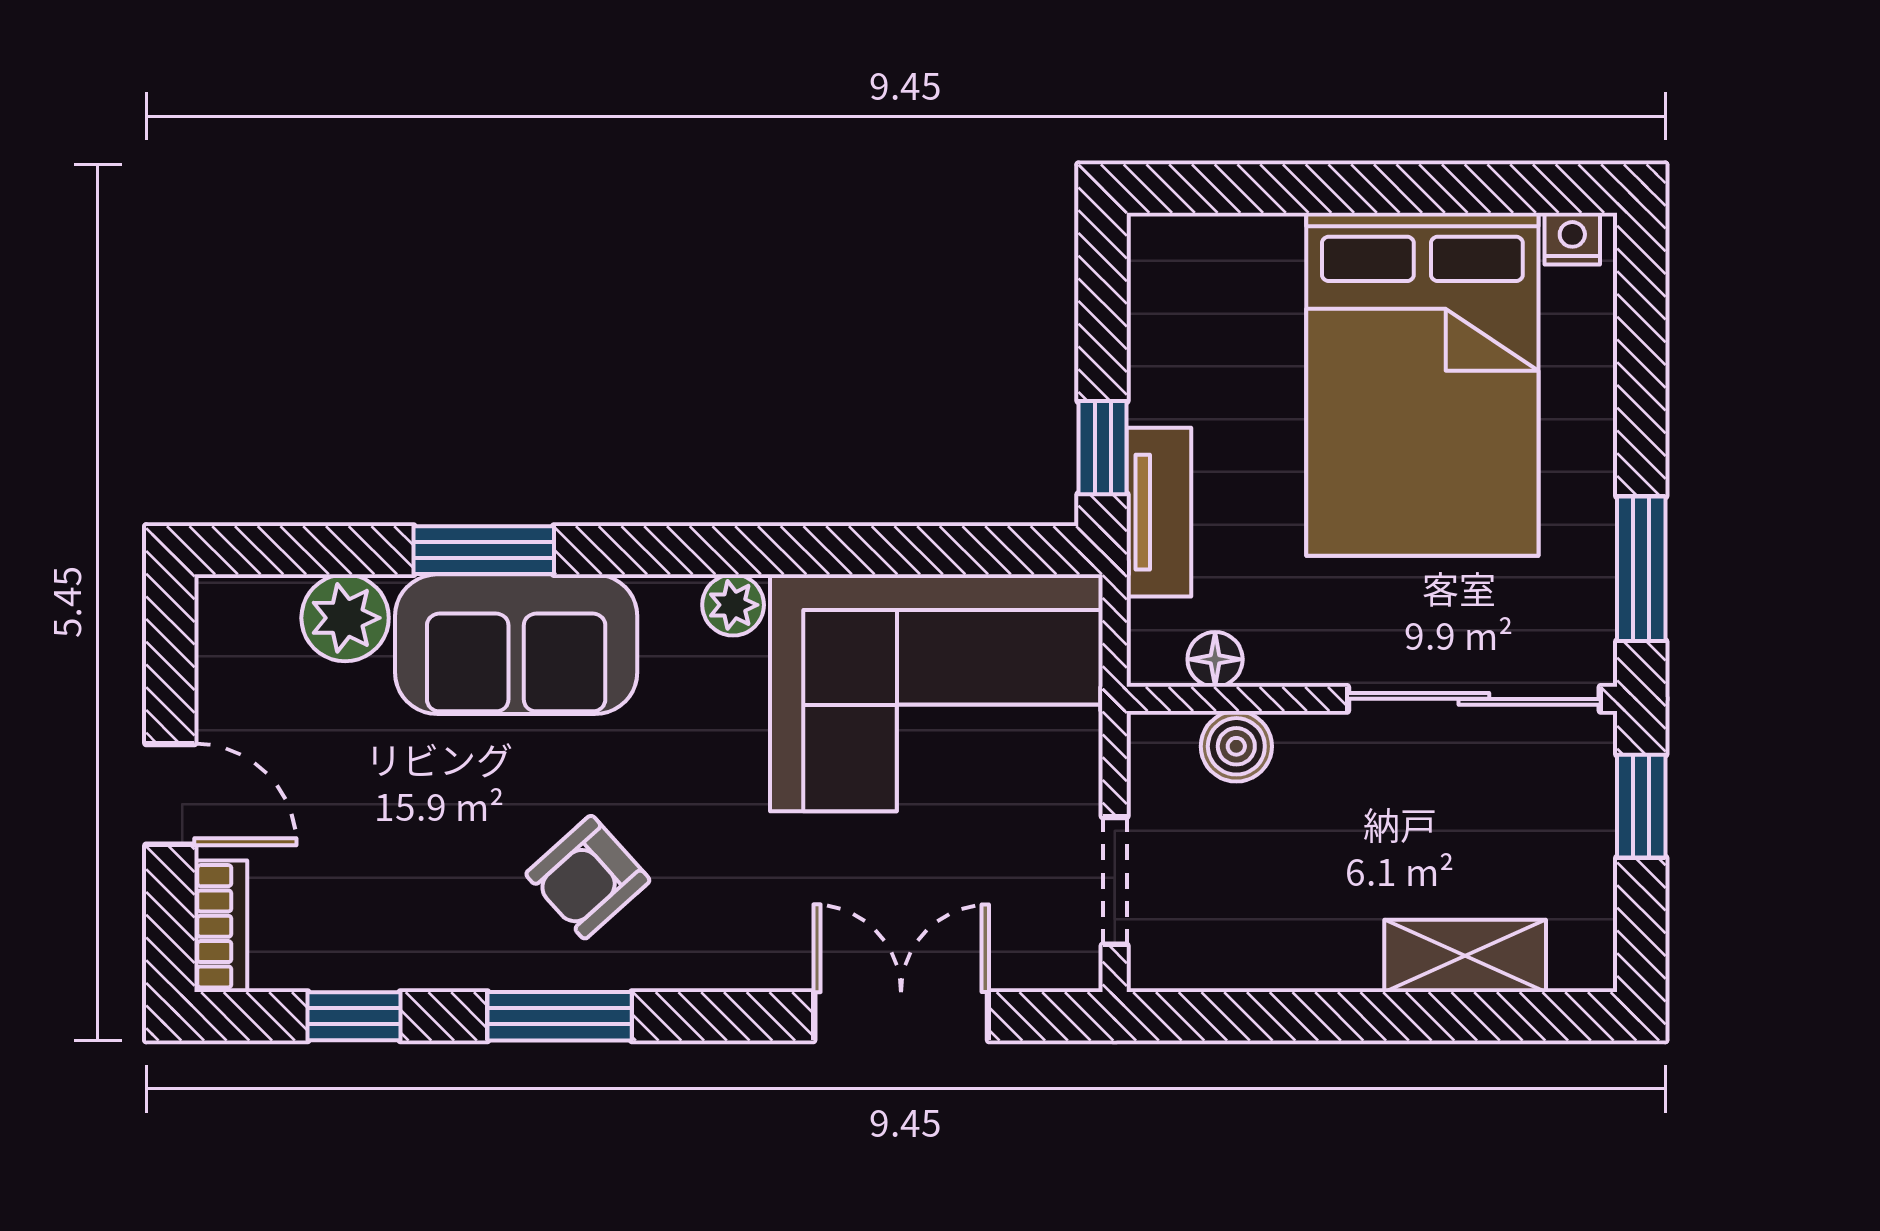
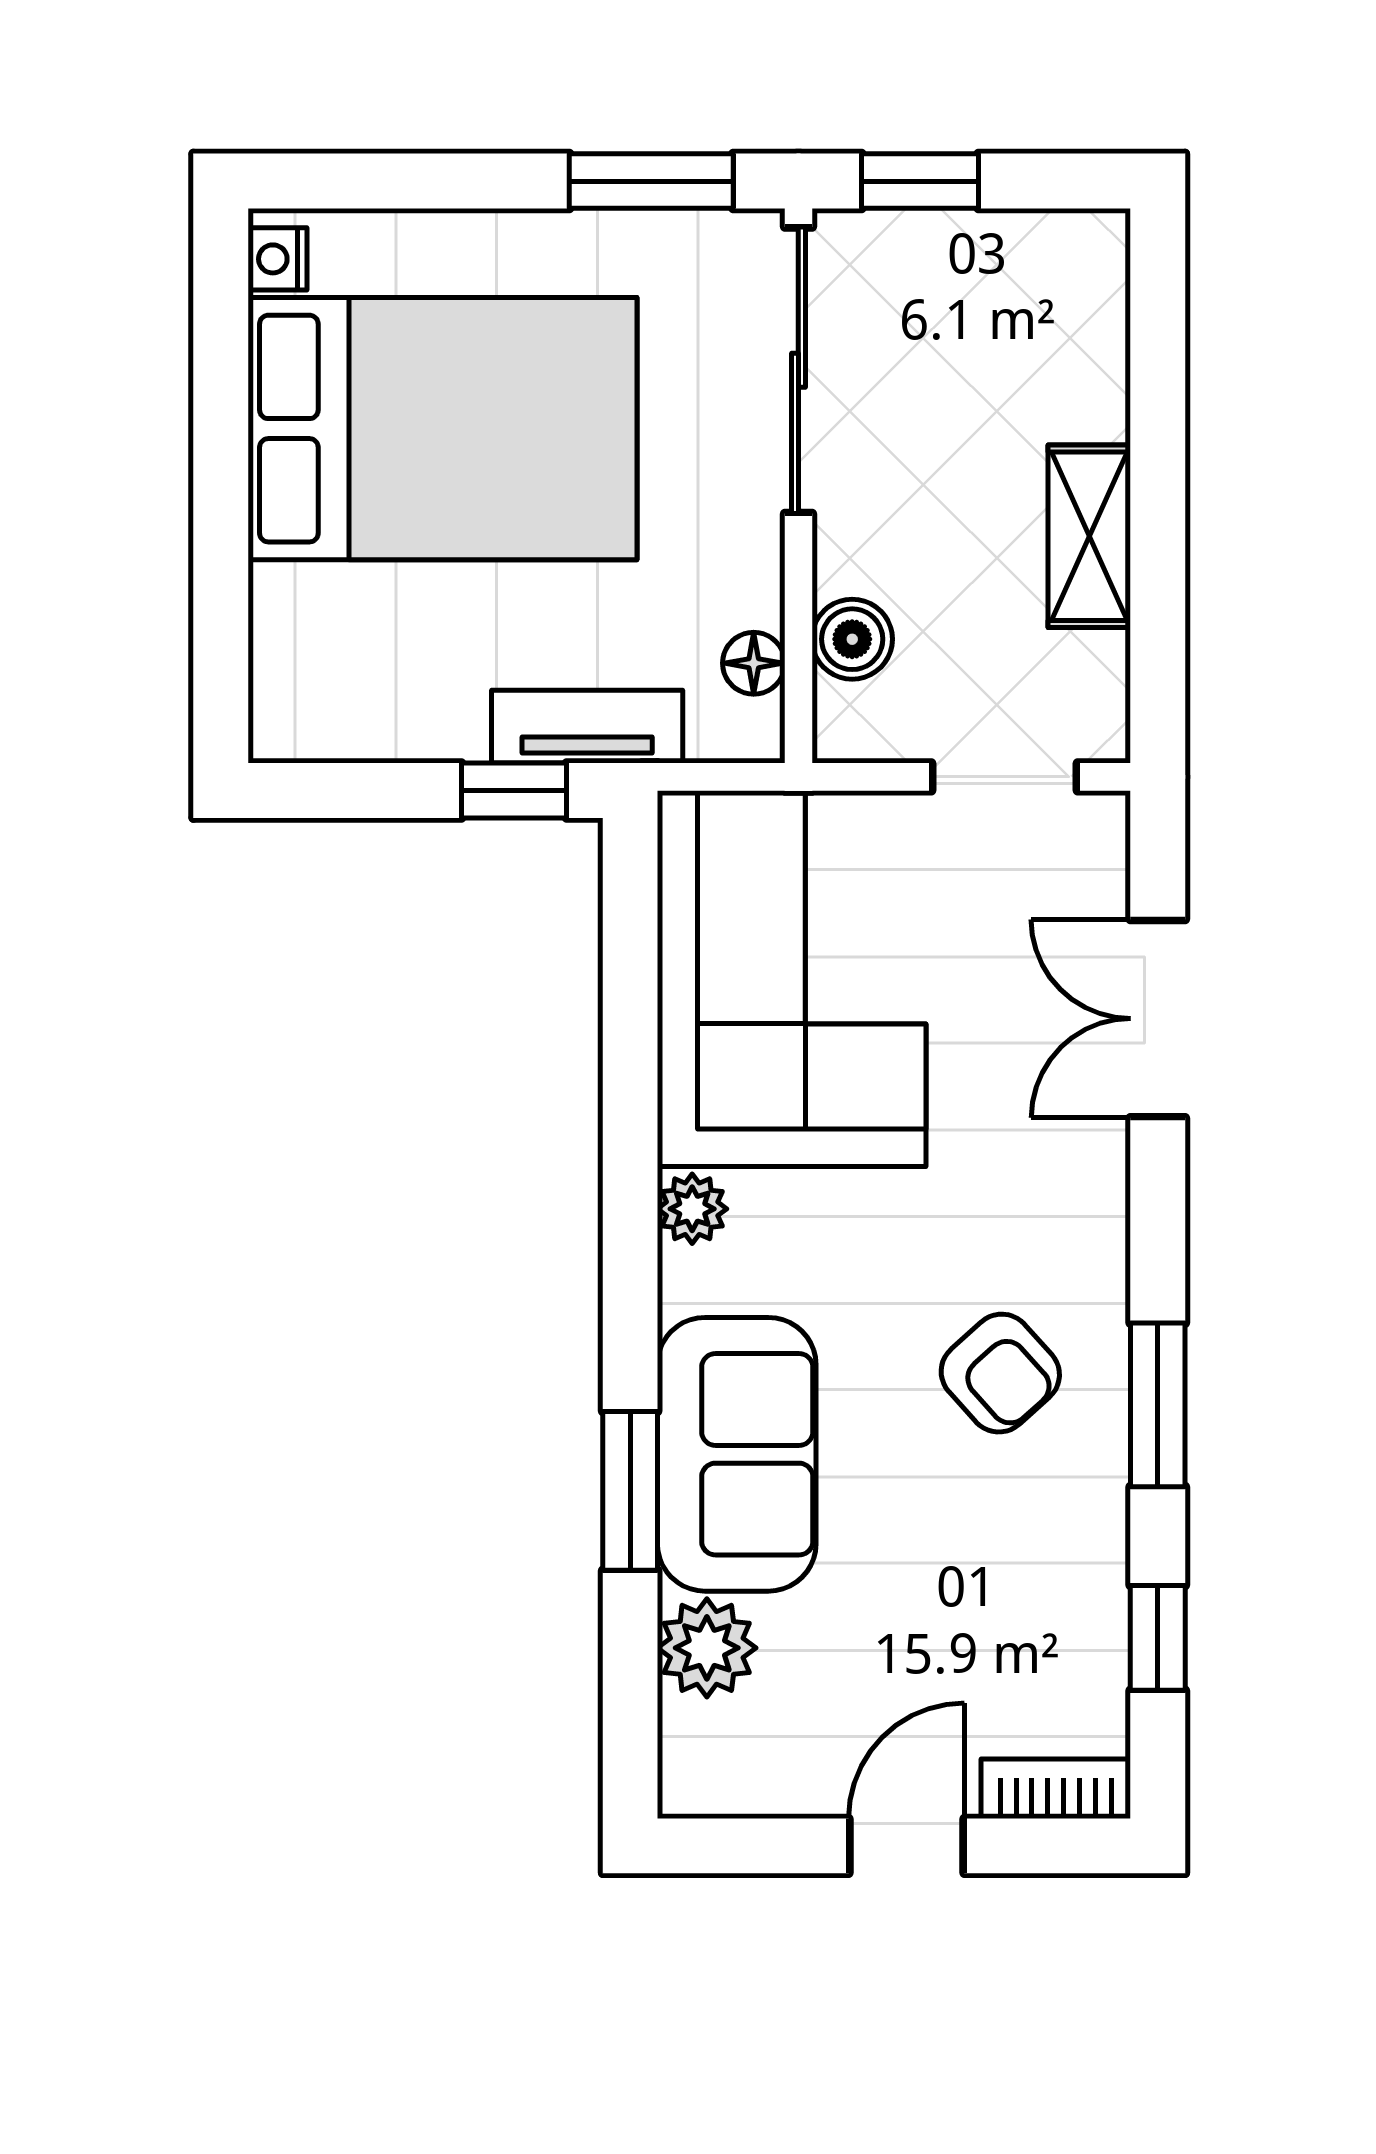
shelving: (1465, 956) -> (1089, 536), moved

